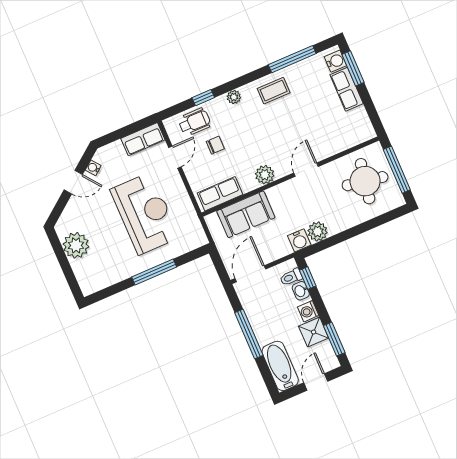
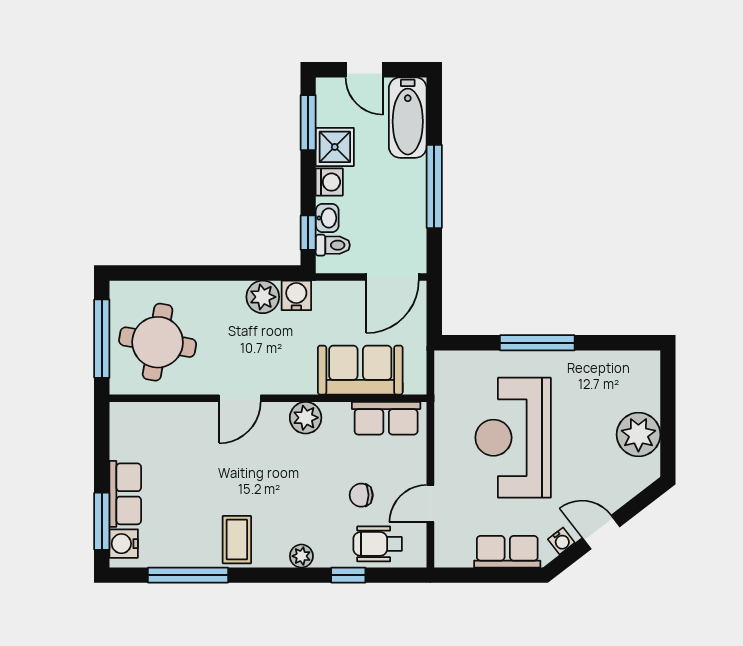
coffee table: (274, 91) -> (237, 540), turned 90
row of seats: (143, 139) -> (507, 552), moved
door: (316, 382) -> (364, 70), hinge flipped

